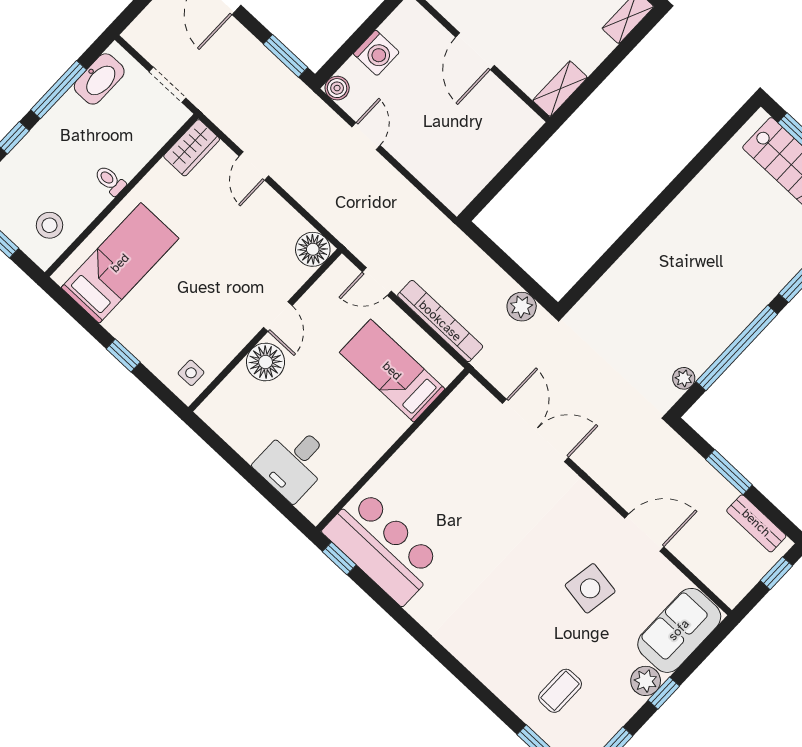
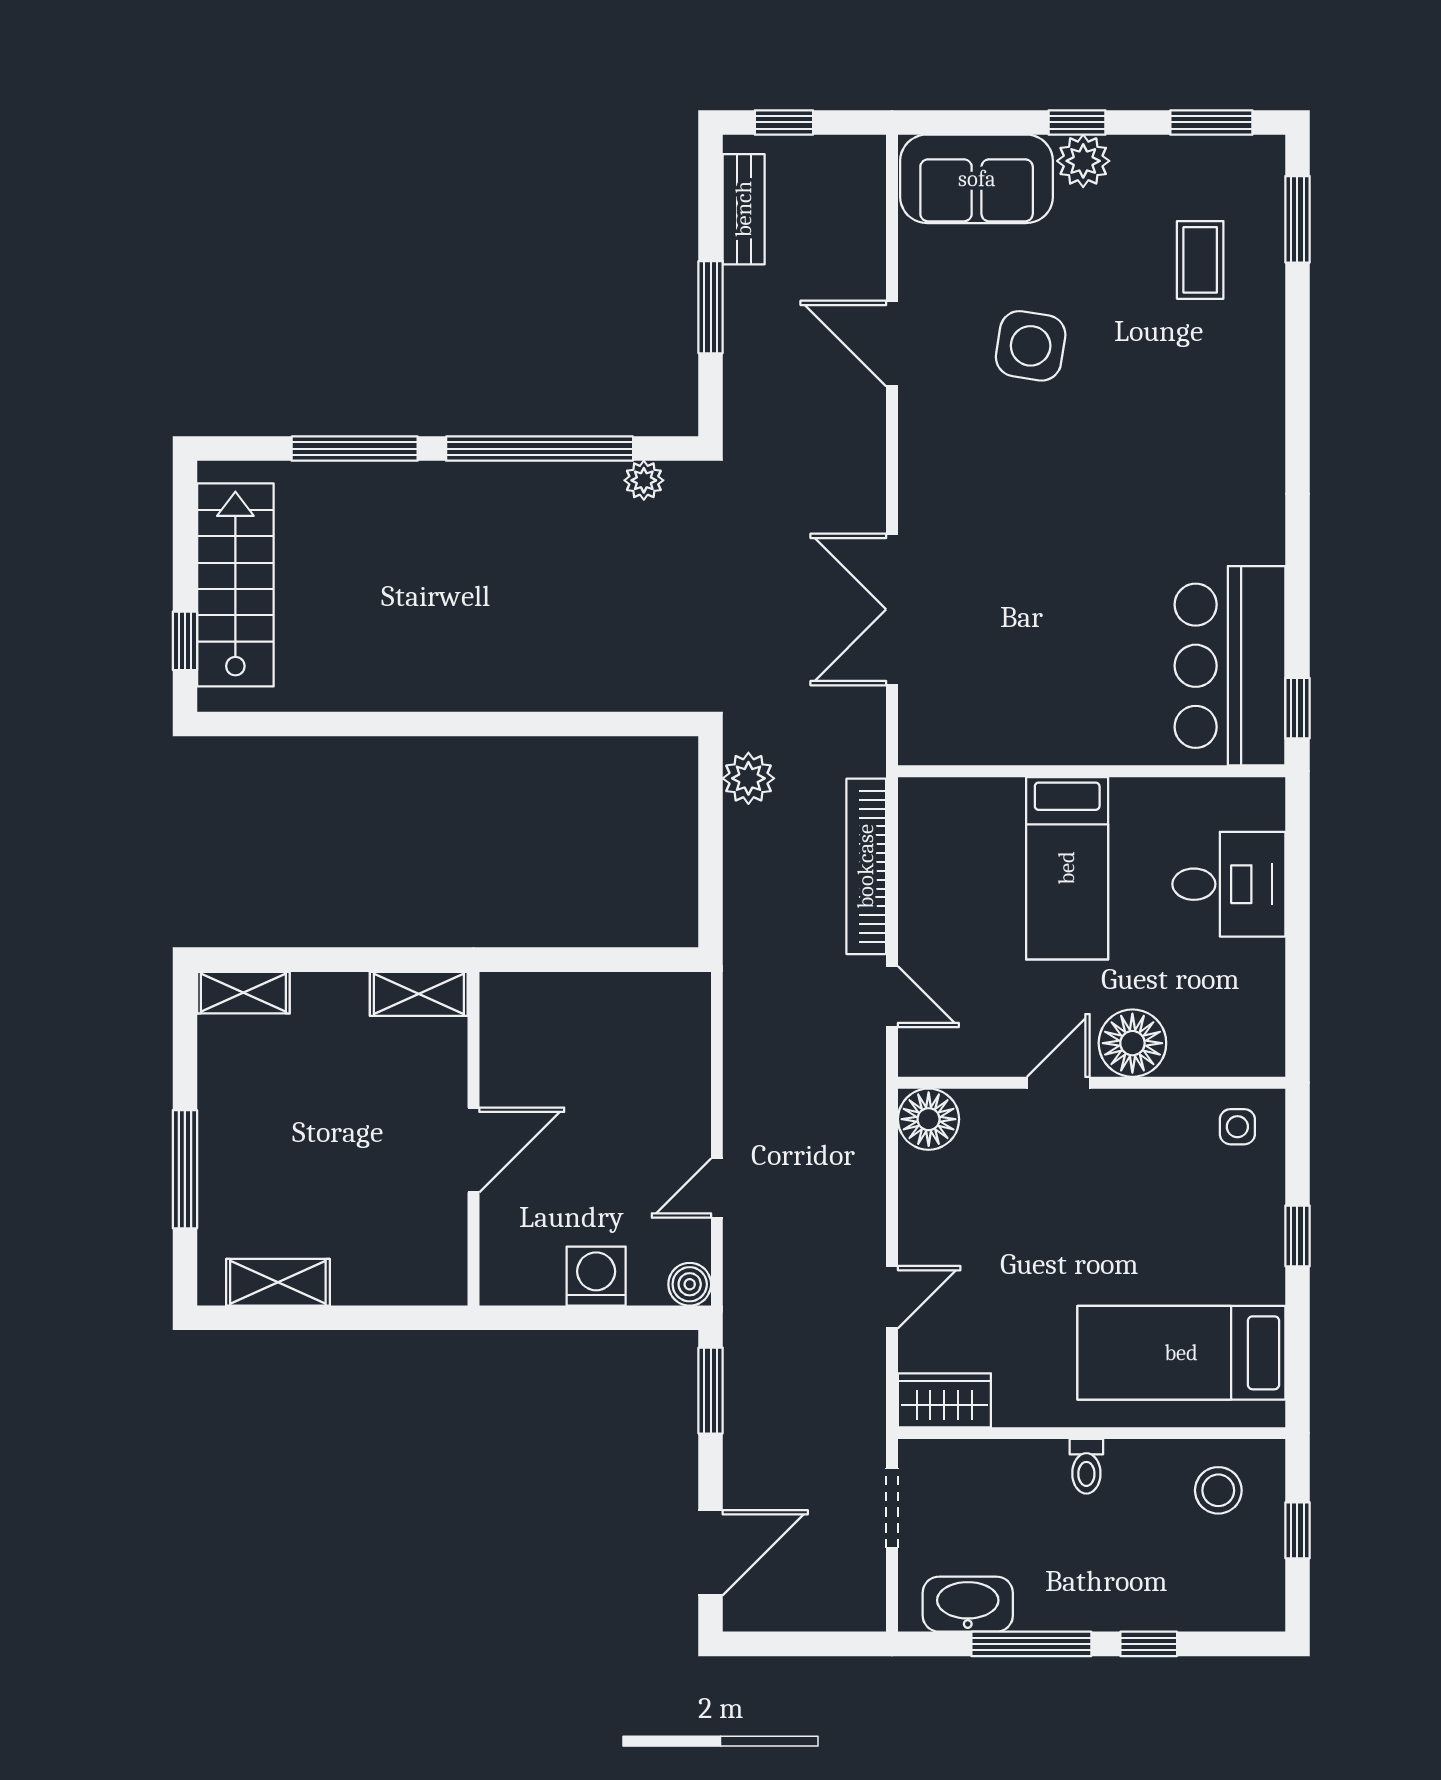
bed: (392, 371) -> (1067, 868), moved
coffee table: (560, 691) -> (1200, 260), turned 90

